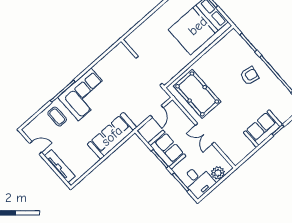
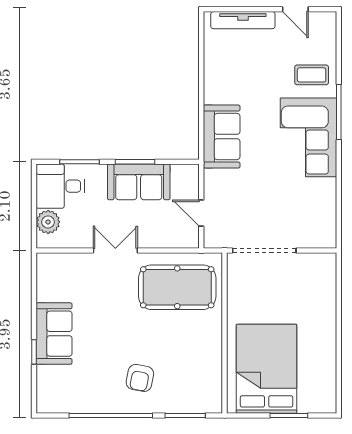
sofa: (112, 136) -> (222, 137), width x0.73
door: (36, 148) -> (295, 9), hinge flipped

